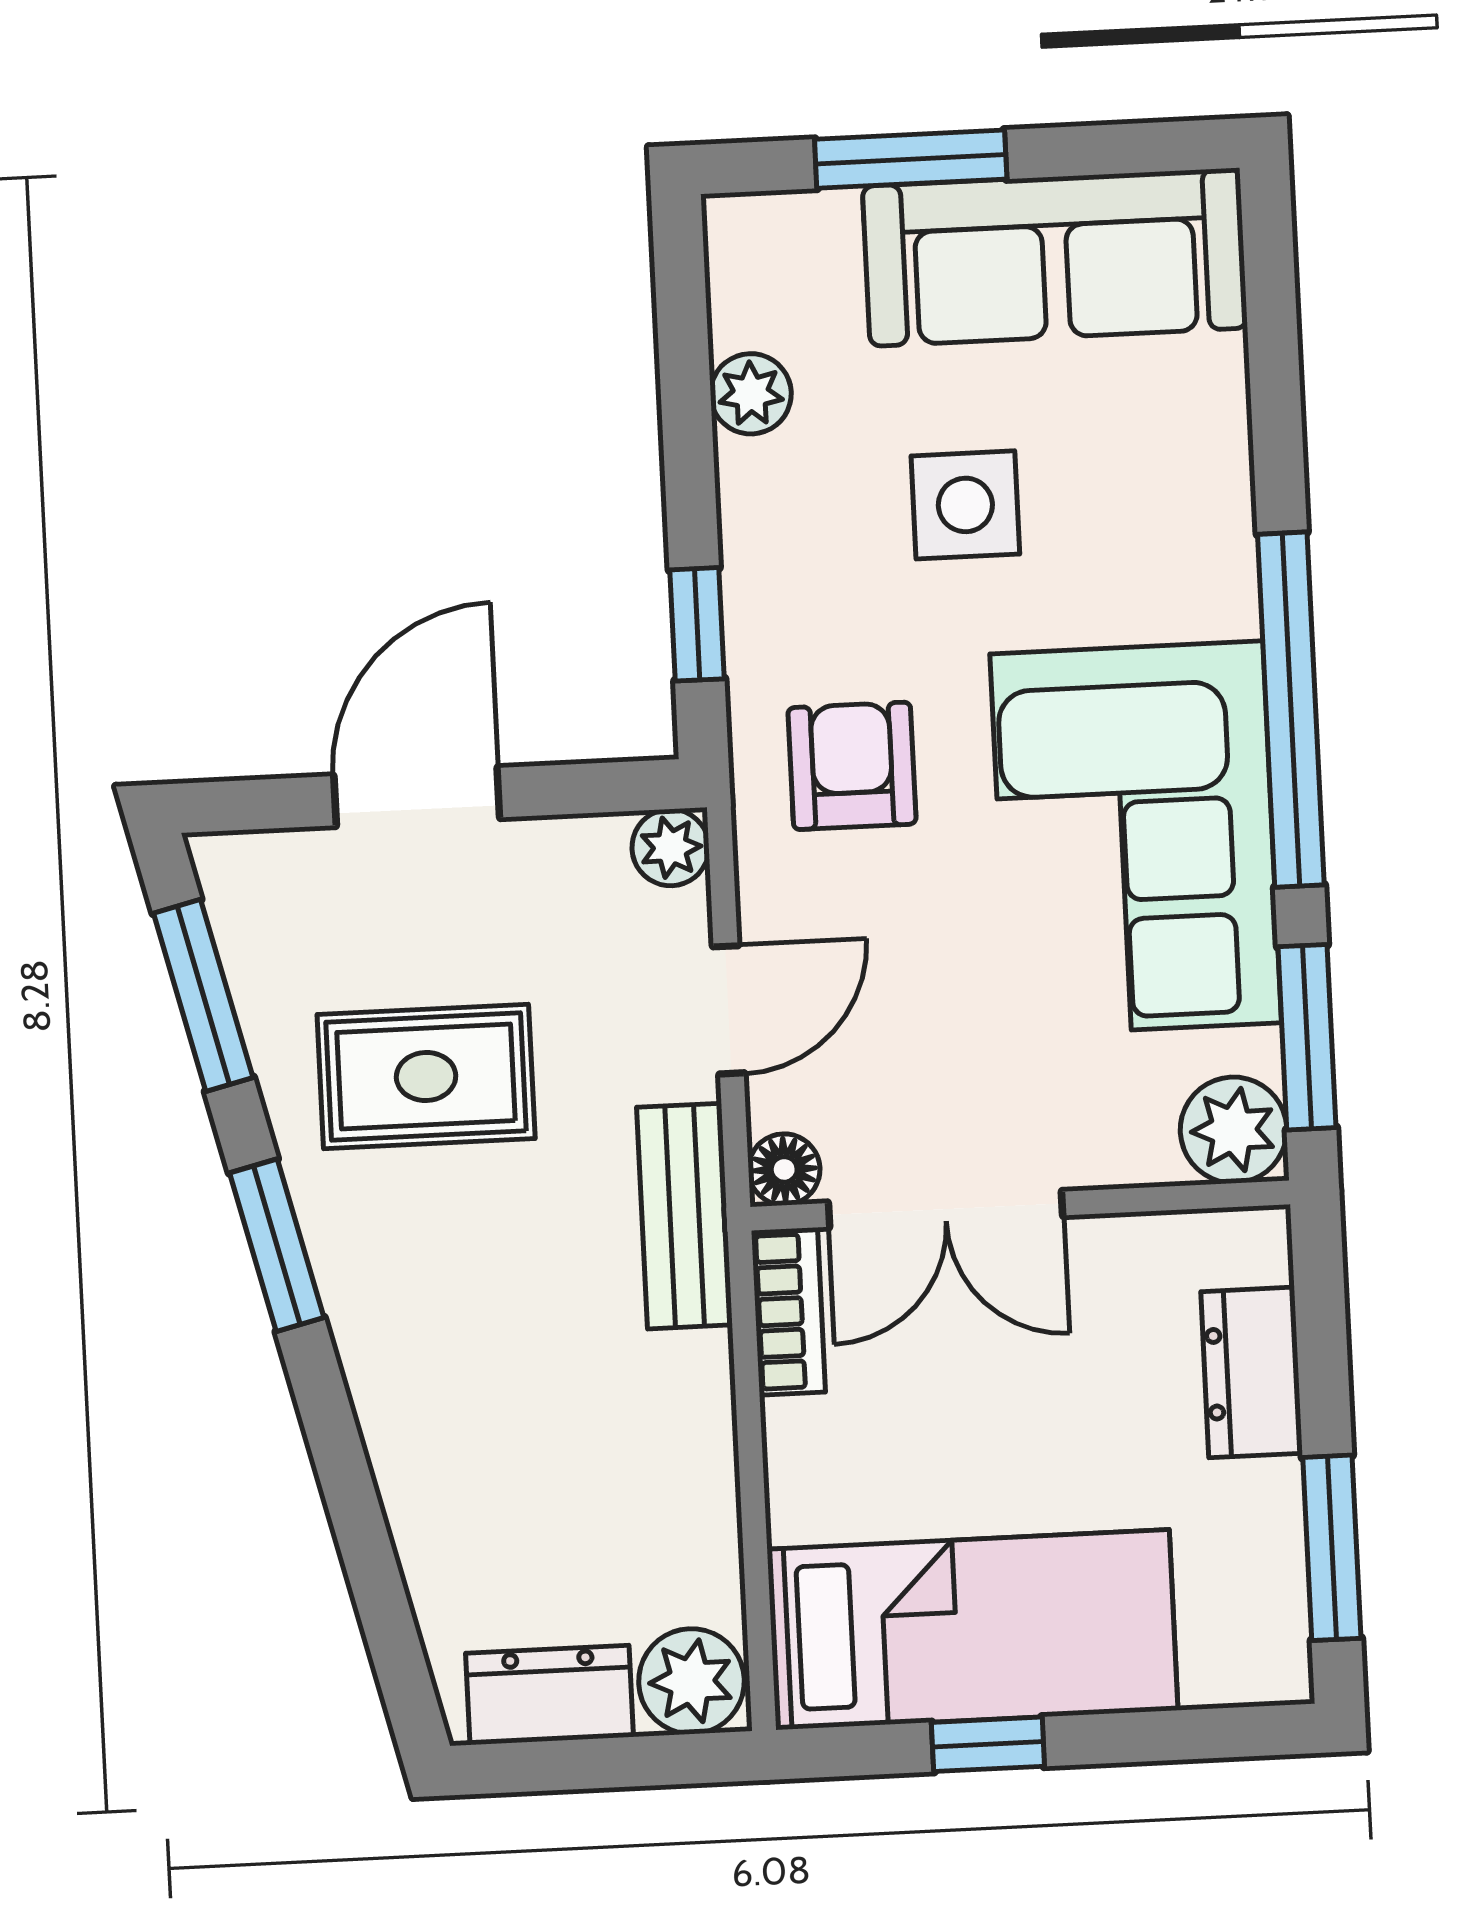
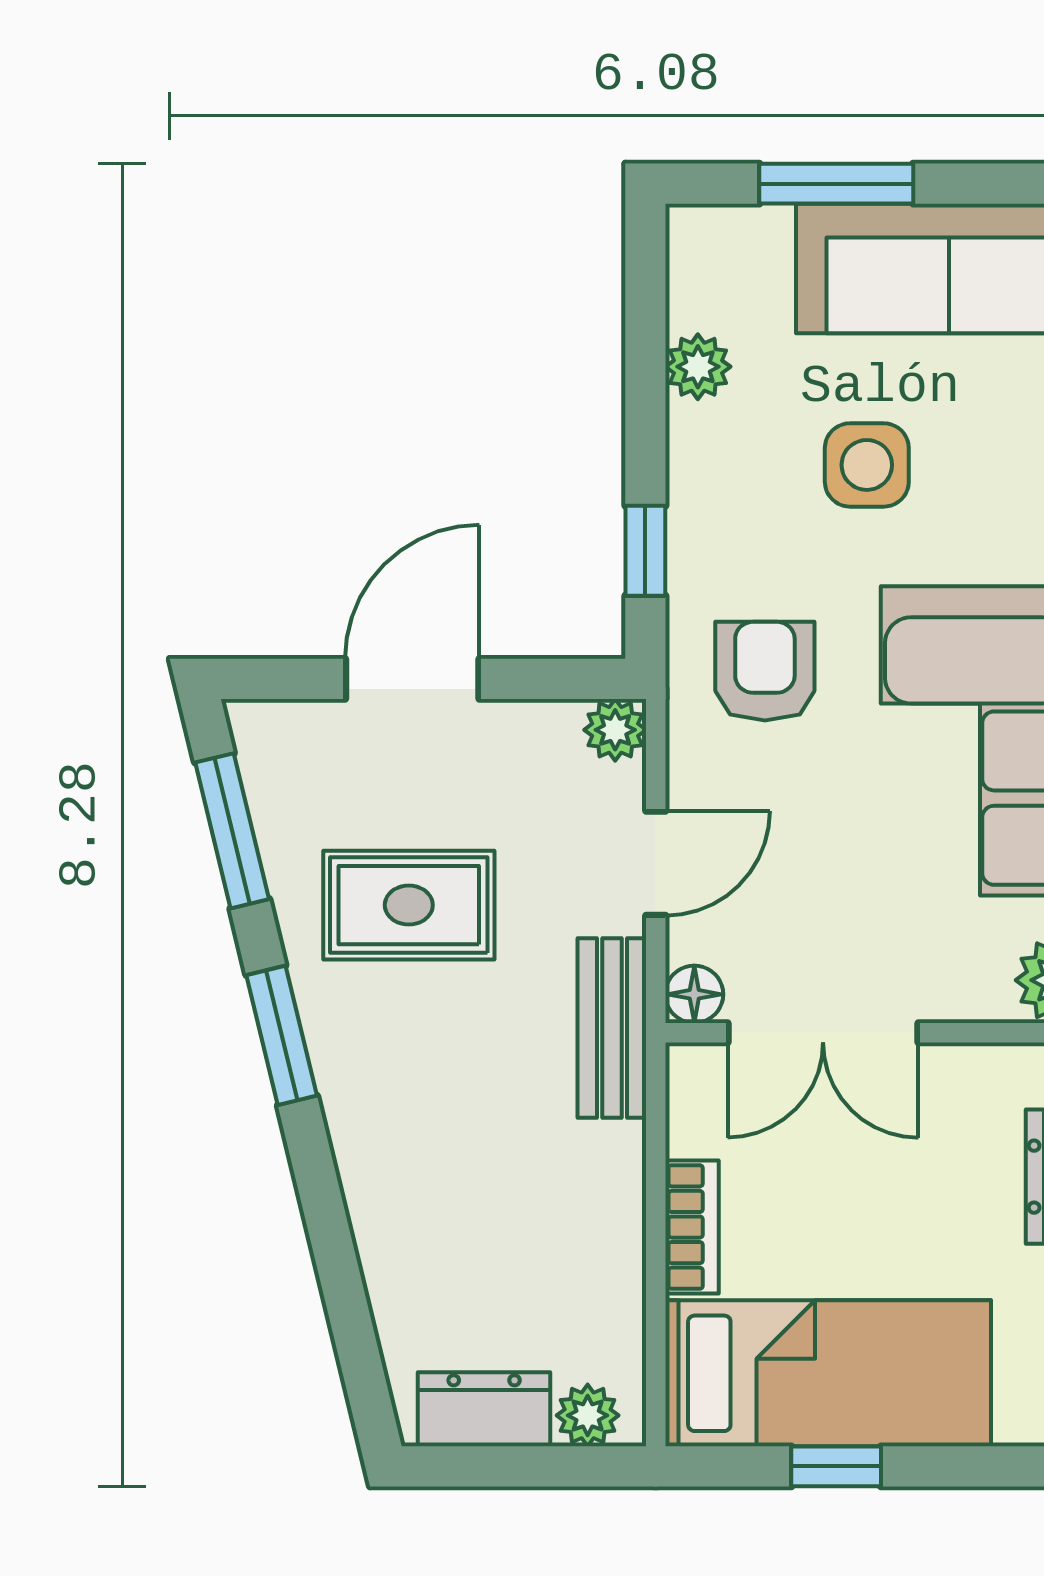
bookcase: (788, 1311) -> (692, 1227), moved
plant: (692, 1681) -> (588, 1415), width x0.73, depth x0.73

